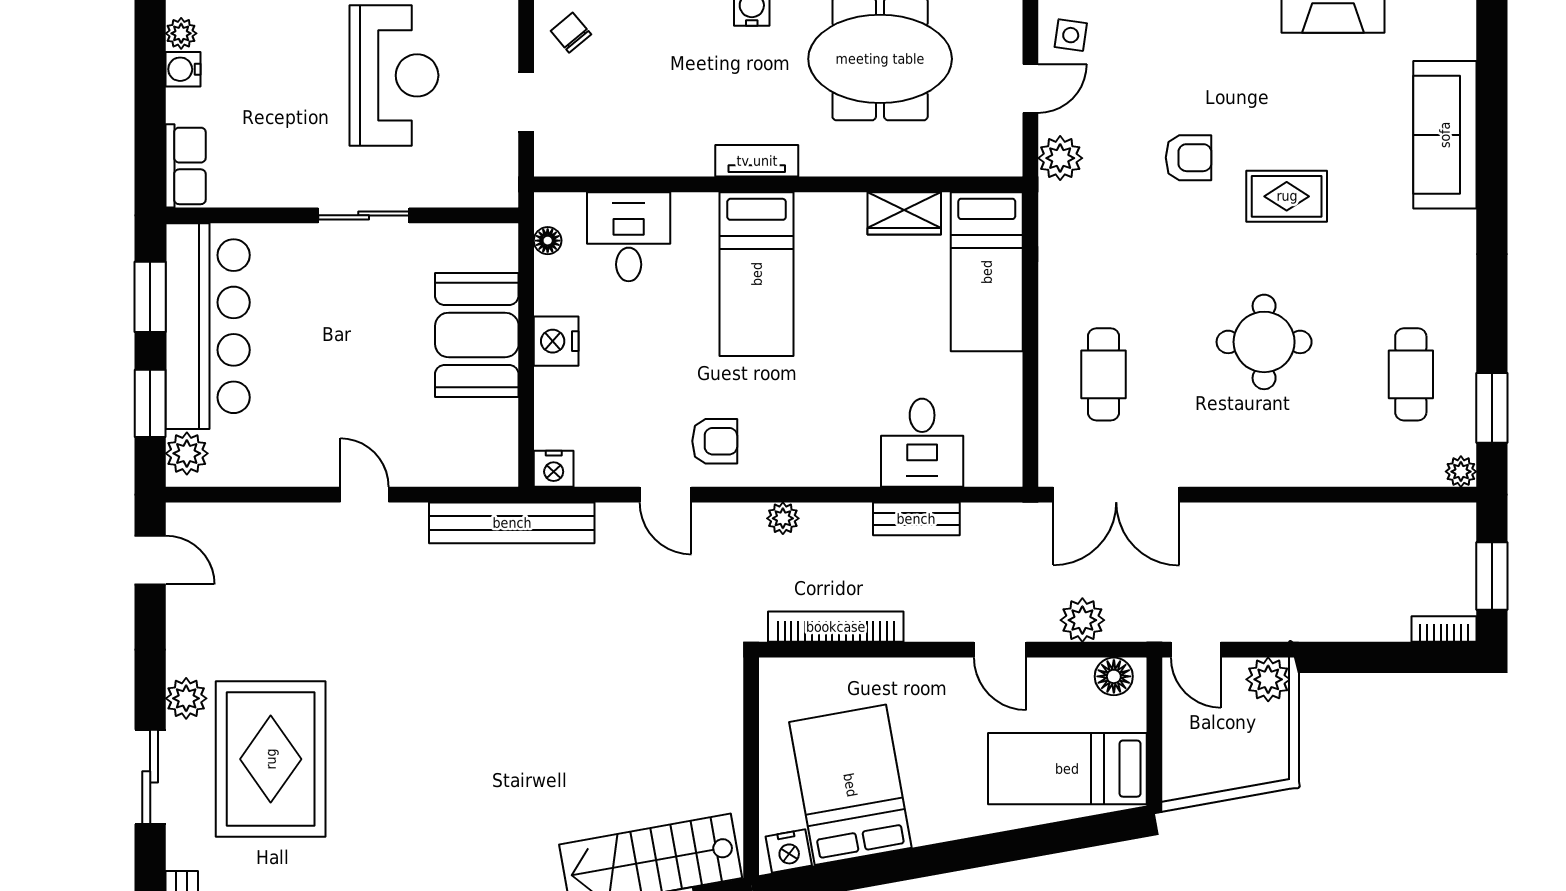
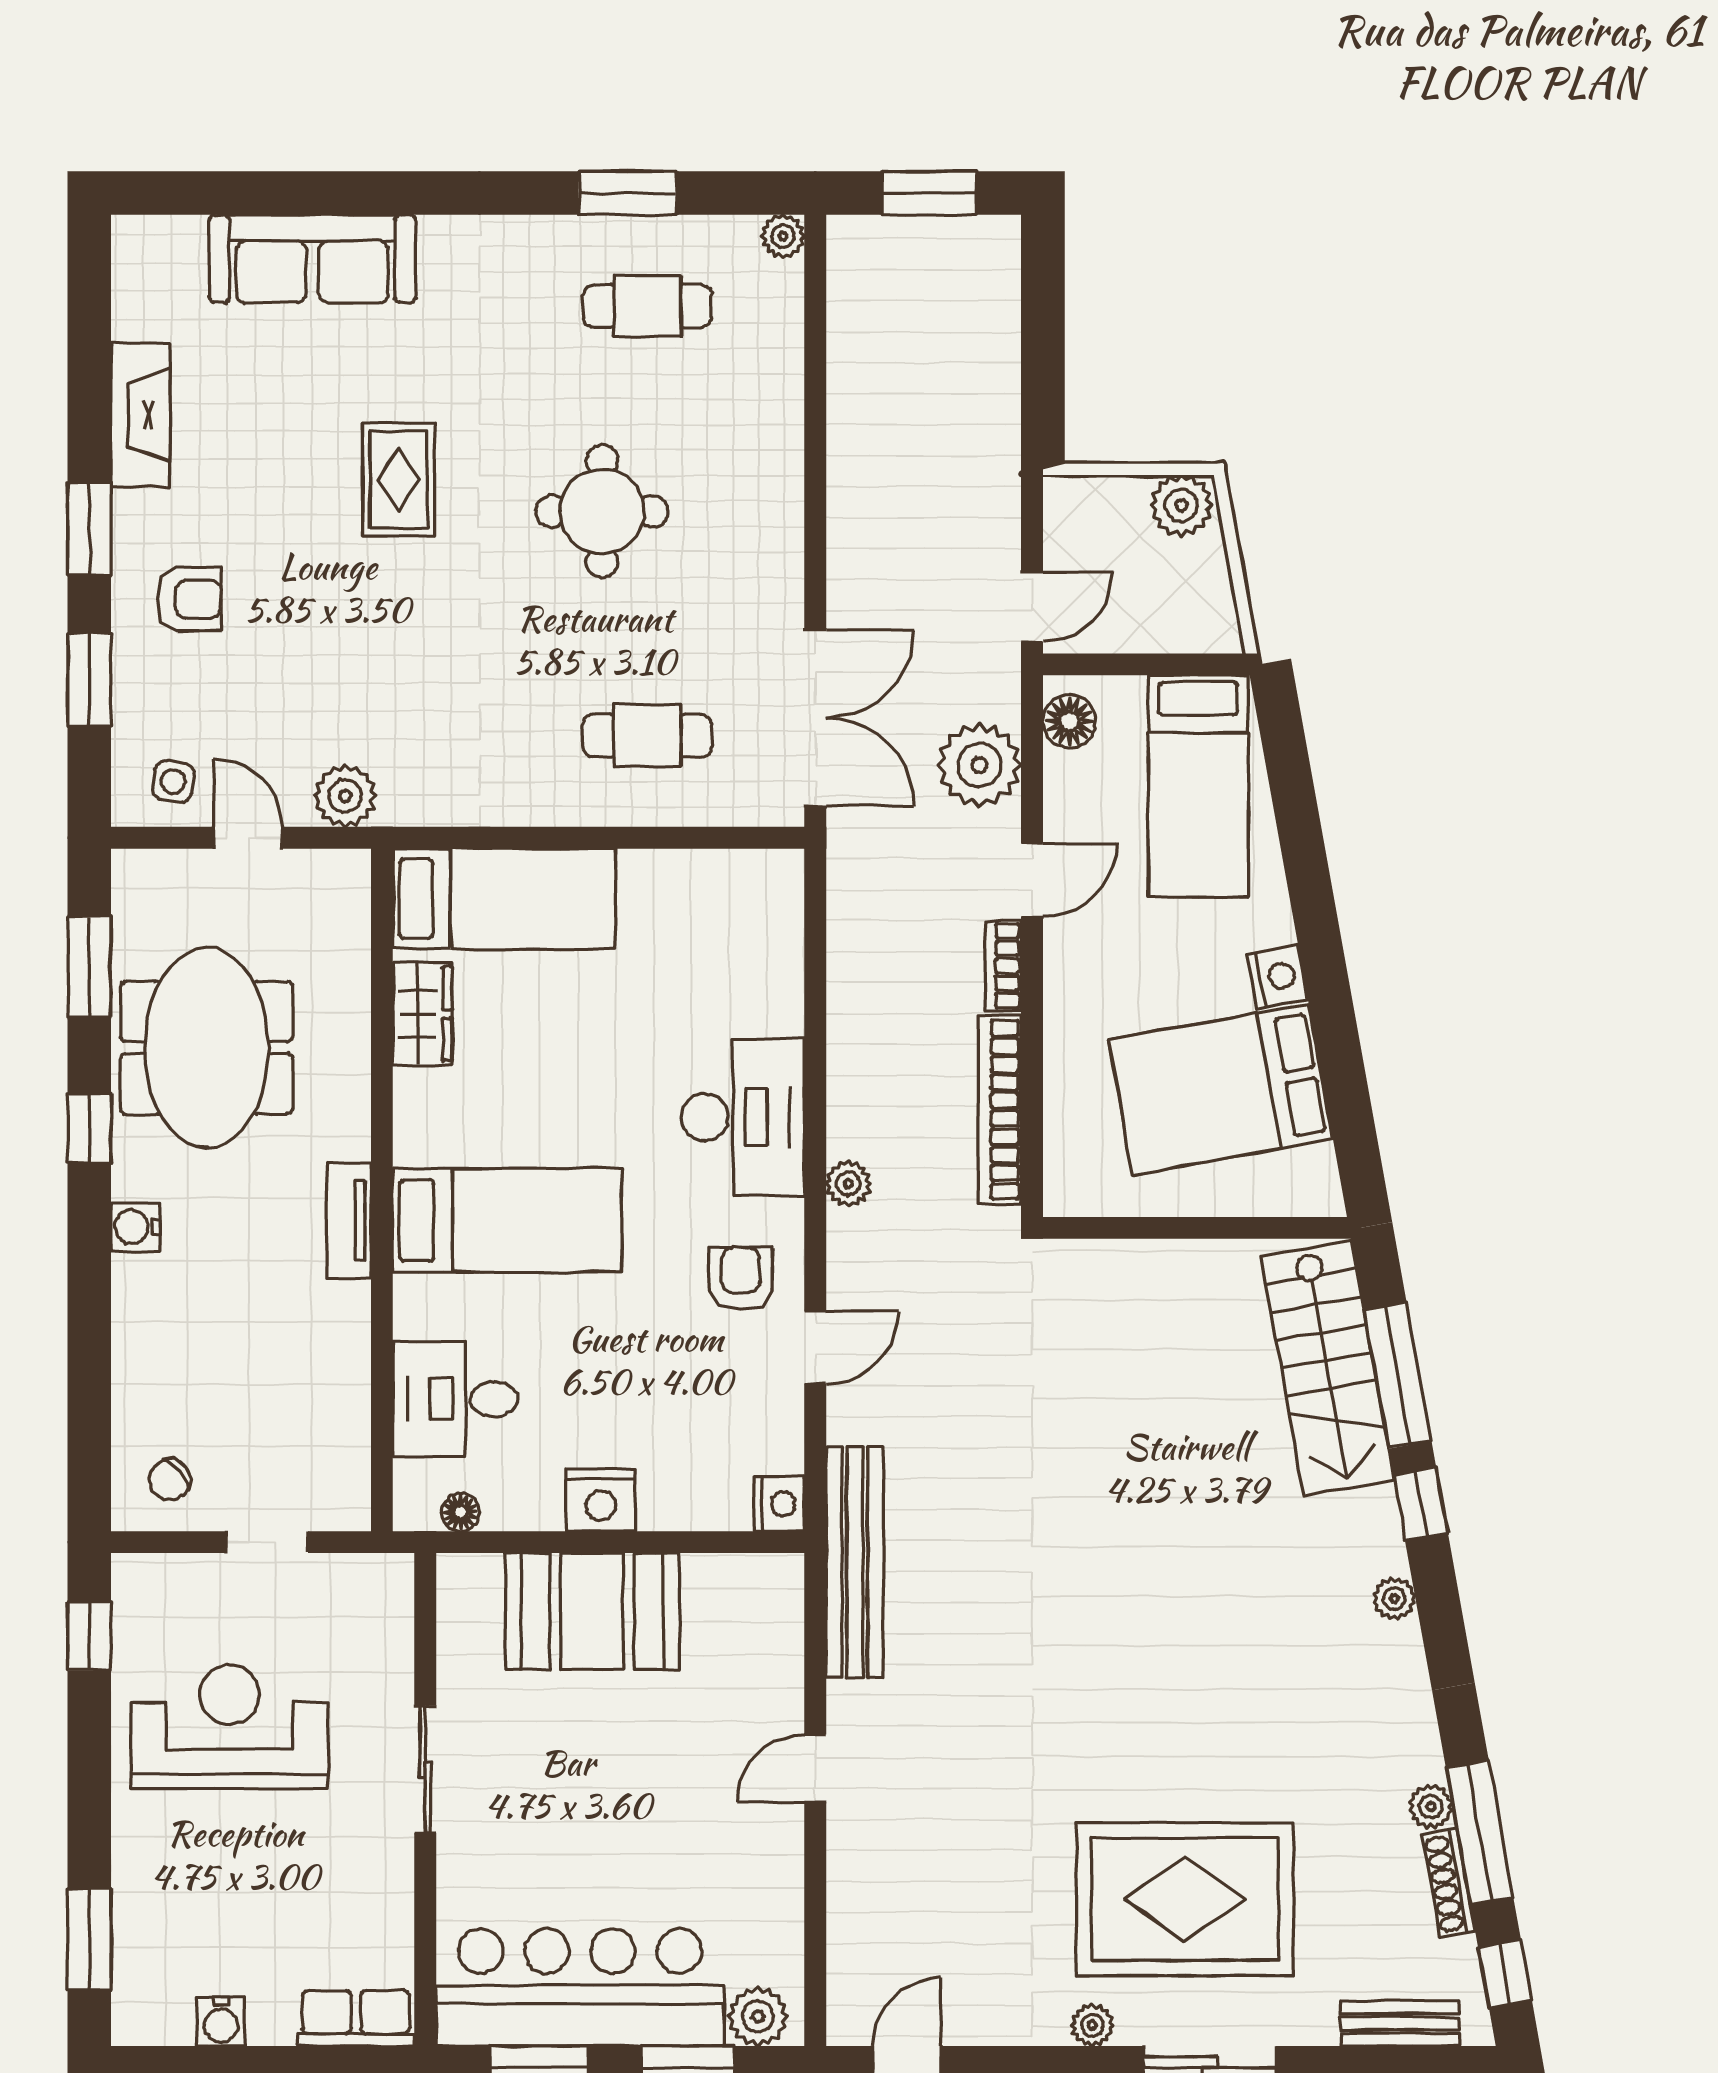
plant: (181, 33) -> (171, 2024), removed
armchair: (1189, 158) -> (190, 599), moved, turned 90
window: (1492, 408) -> (627, 193), moved
desk: (922, 443) -> (743, 1117), moved, width x1.37
bench: (916, 519) -> (849, 997), removed
plant: (1082, 620) -> (979, 765), width x1.36, depth x1.36
bookcase: (1444, 629) -> (1003, 966), moved
plant: (1268, 679) -> (1181, 505), moved
plant: (186, 698) -> (1092, 2025), width x0.73, depth x0.73
nightstand: (789, 851) -> (1278, 976), moved

